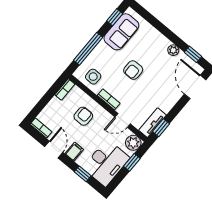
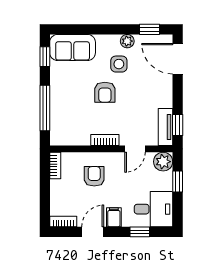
sofa: (121, 32) -> (73, 47), moved, turned 90
side table: (93, 77) -> (119, 64), moved
door: (54, 150) -> (93, 232), hinge flipped
desk: (106, 163) -> (154, 209), width x0.73

